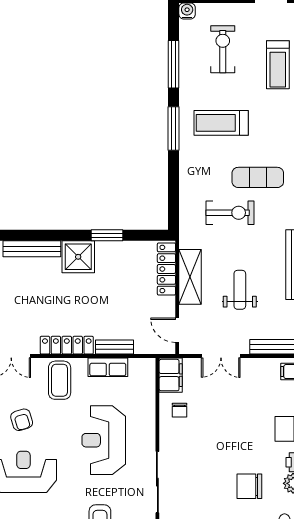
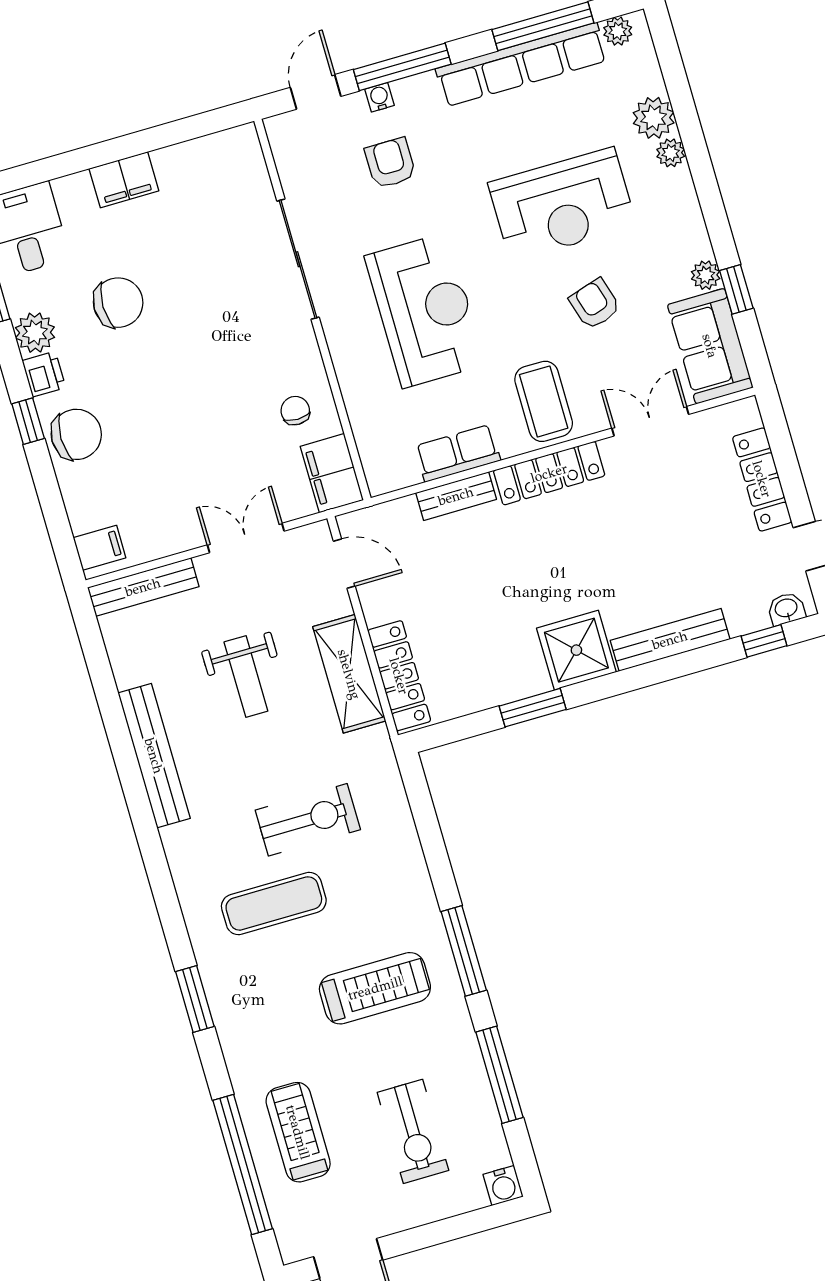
exercise bike: (230, 213) -> (308, 820), turned 180

